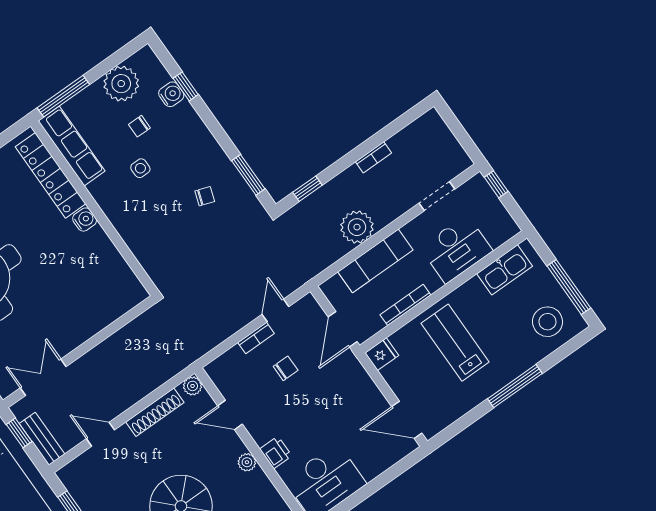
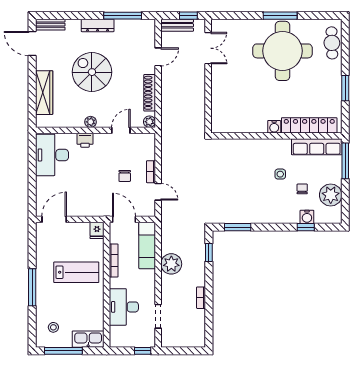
chair: (205, 196) -> (242, 197), removed
exam couch: (375, 261) -> (147, 246), moved
kitchen sink: (505, 270) -> (88, 339), moved, turned 90
stool: (548, 322) -> (53, 327), width x0.53, depth x0.53

